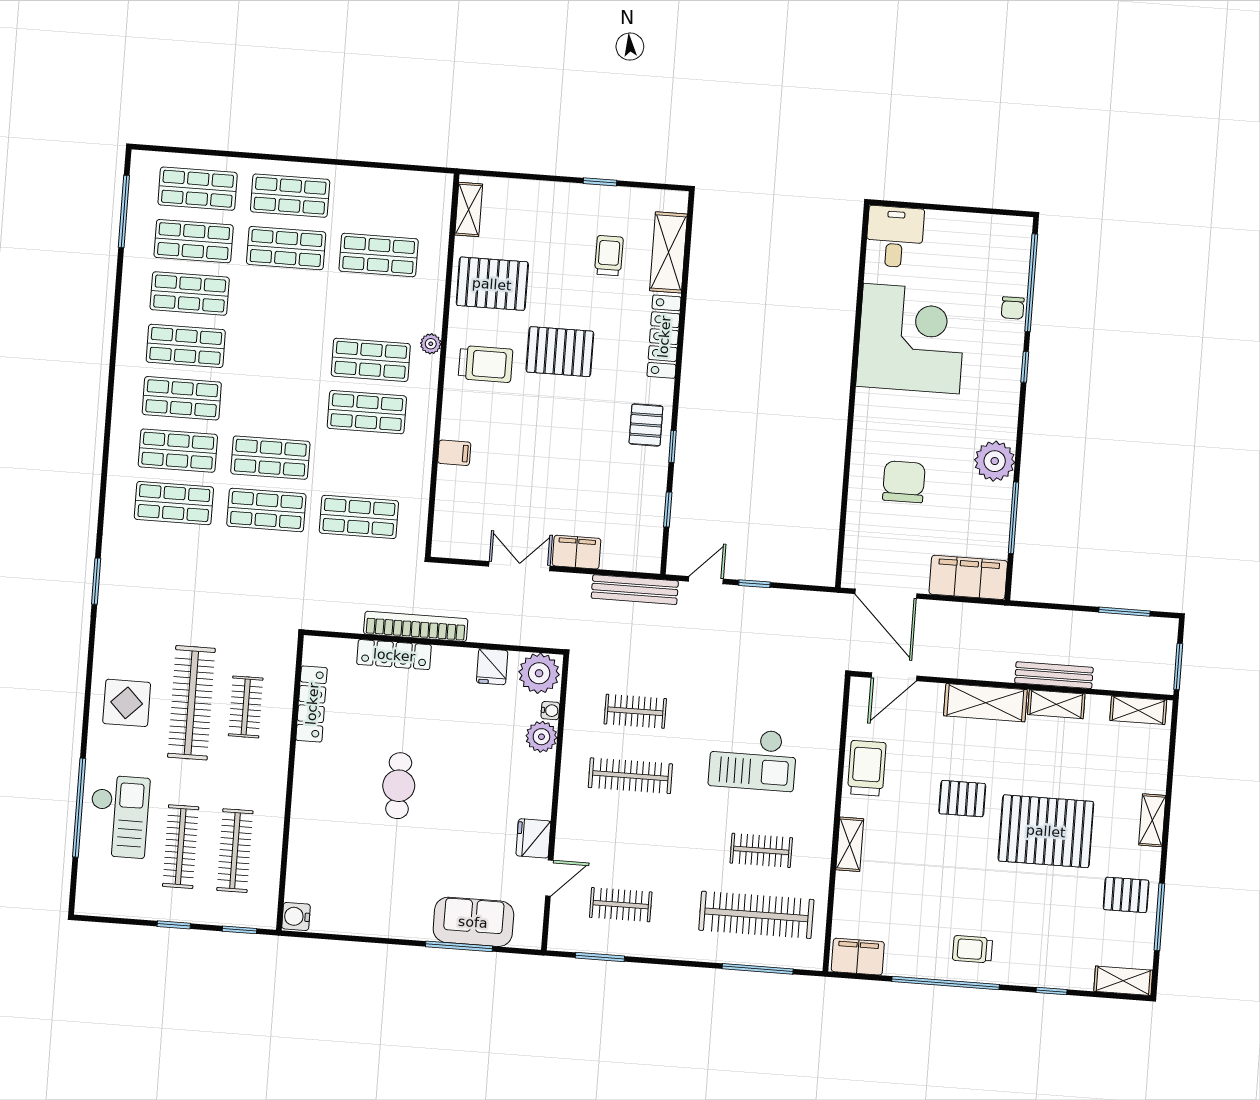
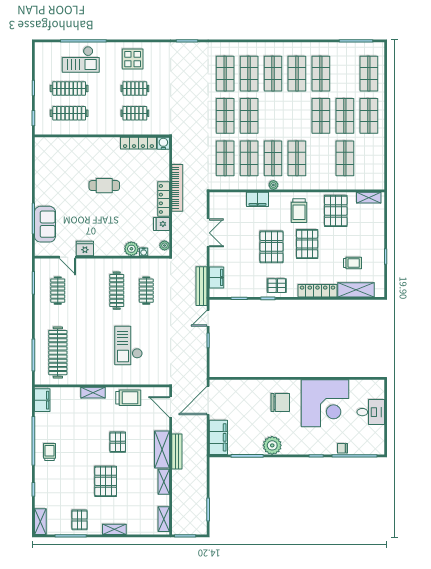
desk: (895, 237) -> (371, 412), moved
shop shelf: (194, 241) -> (321, 116), moved
plant: (431, 344) -> (273, 185), moved
pallet: (560, 430) -> (272, 247), added
filing cabinet: (454, 453) -> (258, 199), width x2.00
shop shelf: (363, 465) -> (249, 158), added
chair: (904, 482) -> (280, 403), moved
filing cabinet: (577, 552) -> (217, 277), moved
door: (706, 580) -> (208, 318), swing flipped
locker: (394, 655) -> (164, 199), moved
plant: (539, 673) -> (165, 246), width x0.53, depth x0.53
bench: (1054, 675) -> (177, 452), moved
clothes rail: (191, 703) -> (135, 88), width x0.54, depth x0.76
pallet: (1046, 831) -> (106, 481), width x0.73, depth x0.71
clothes rail: (761, 850) -> (87, 353), removed
water cooler: (296, 916) -> (163, 143), moved

